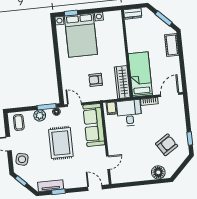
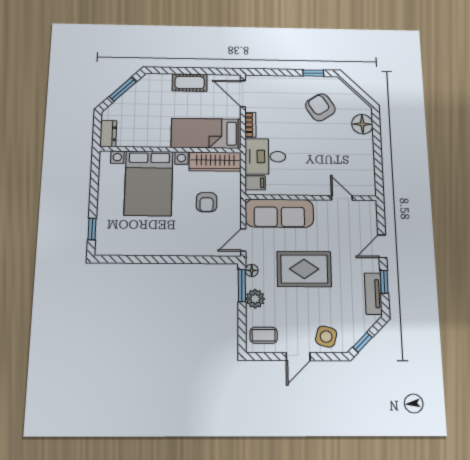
bed with nightstands: (81, 35) -> (149, 183), moved, turned 90
cot: (172, 45) -> (190, 83), moved
door: (95, 188) -> (382, 246), moved

